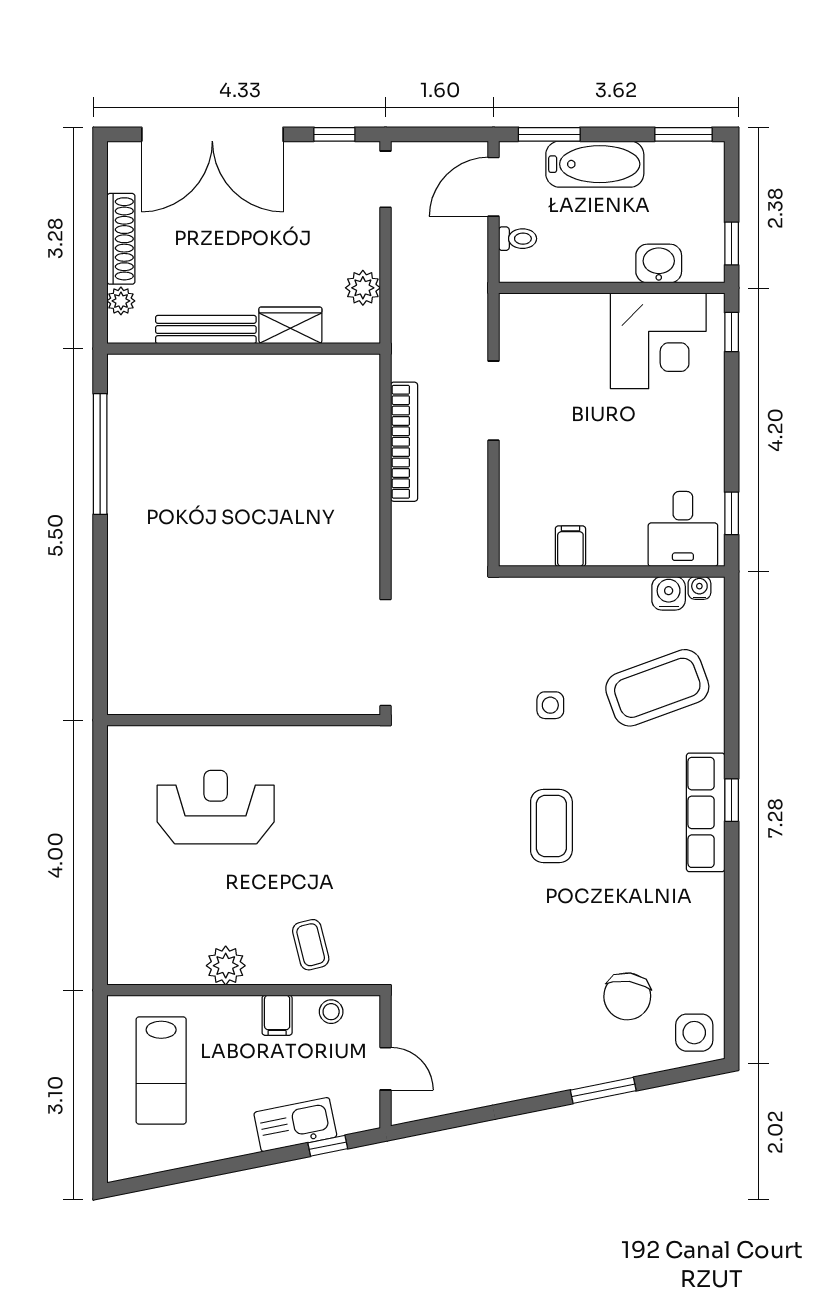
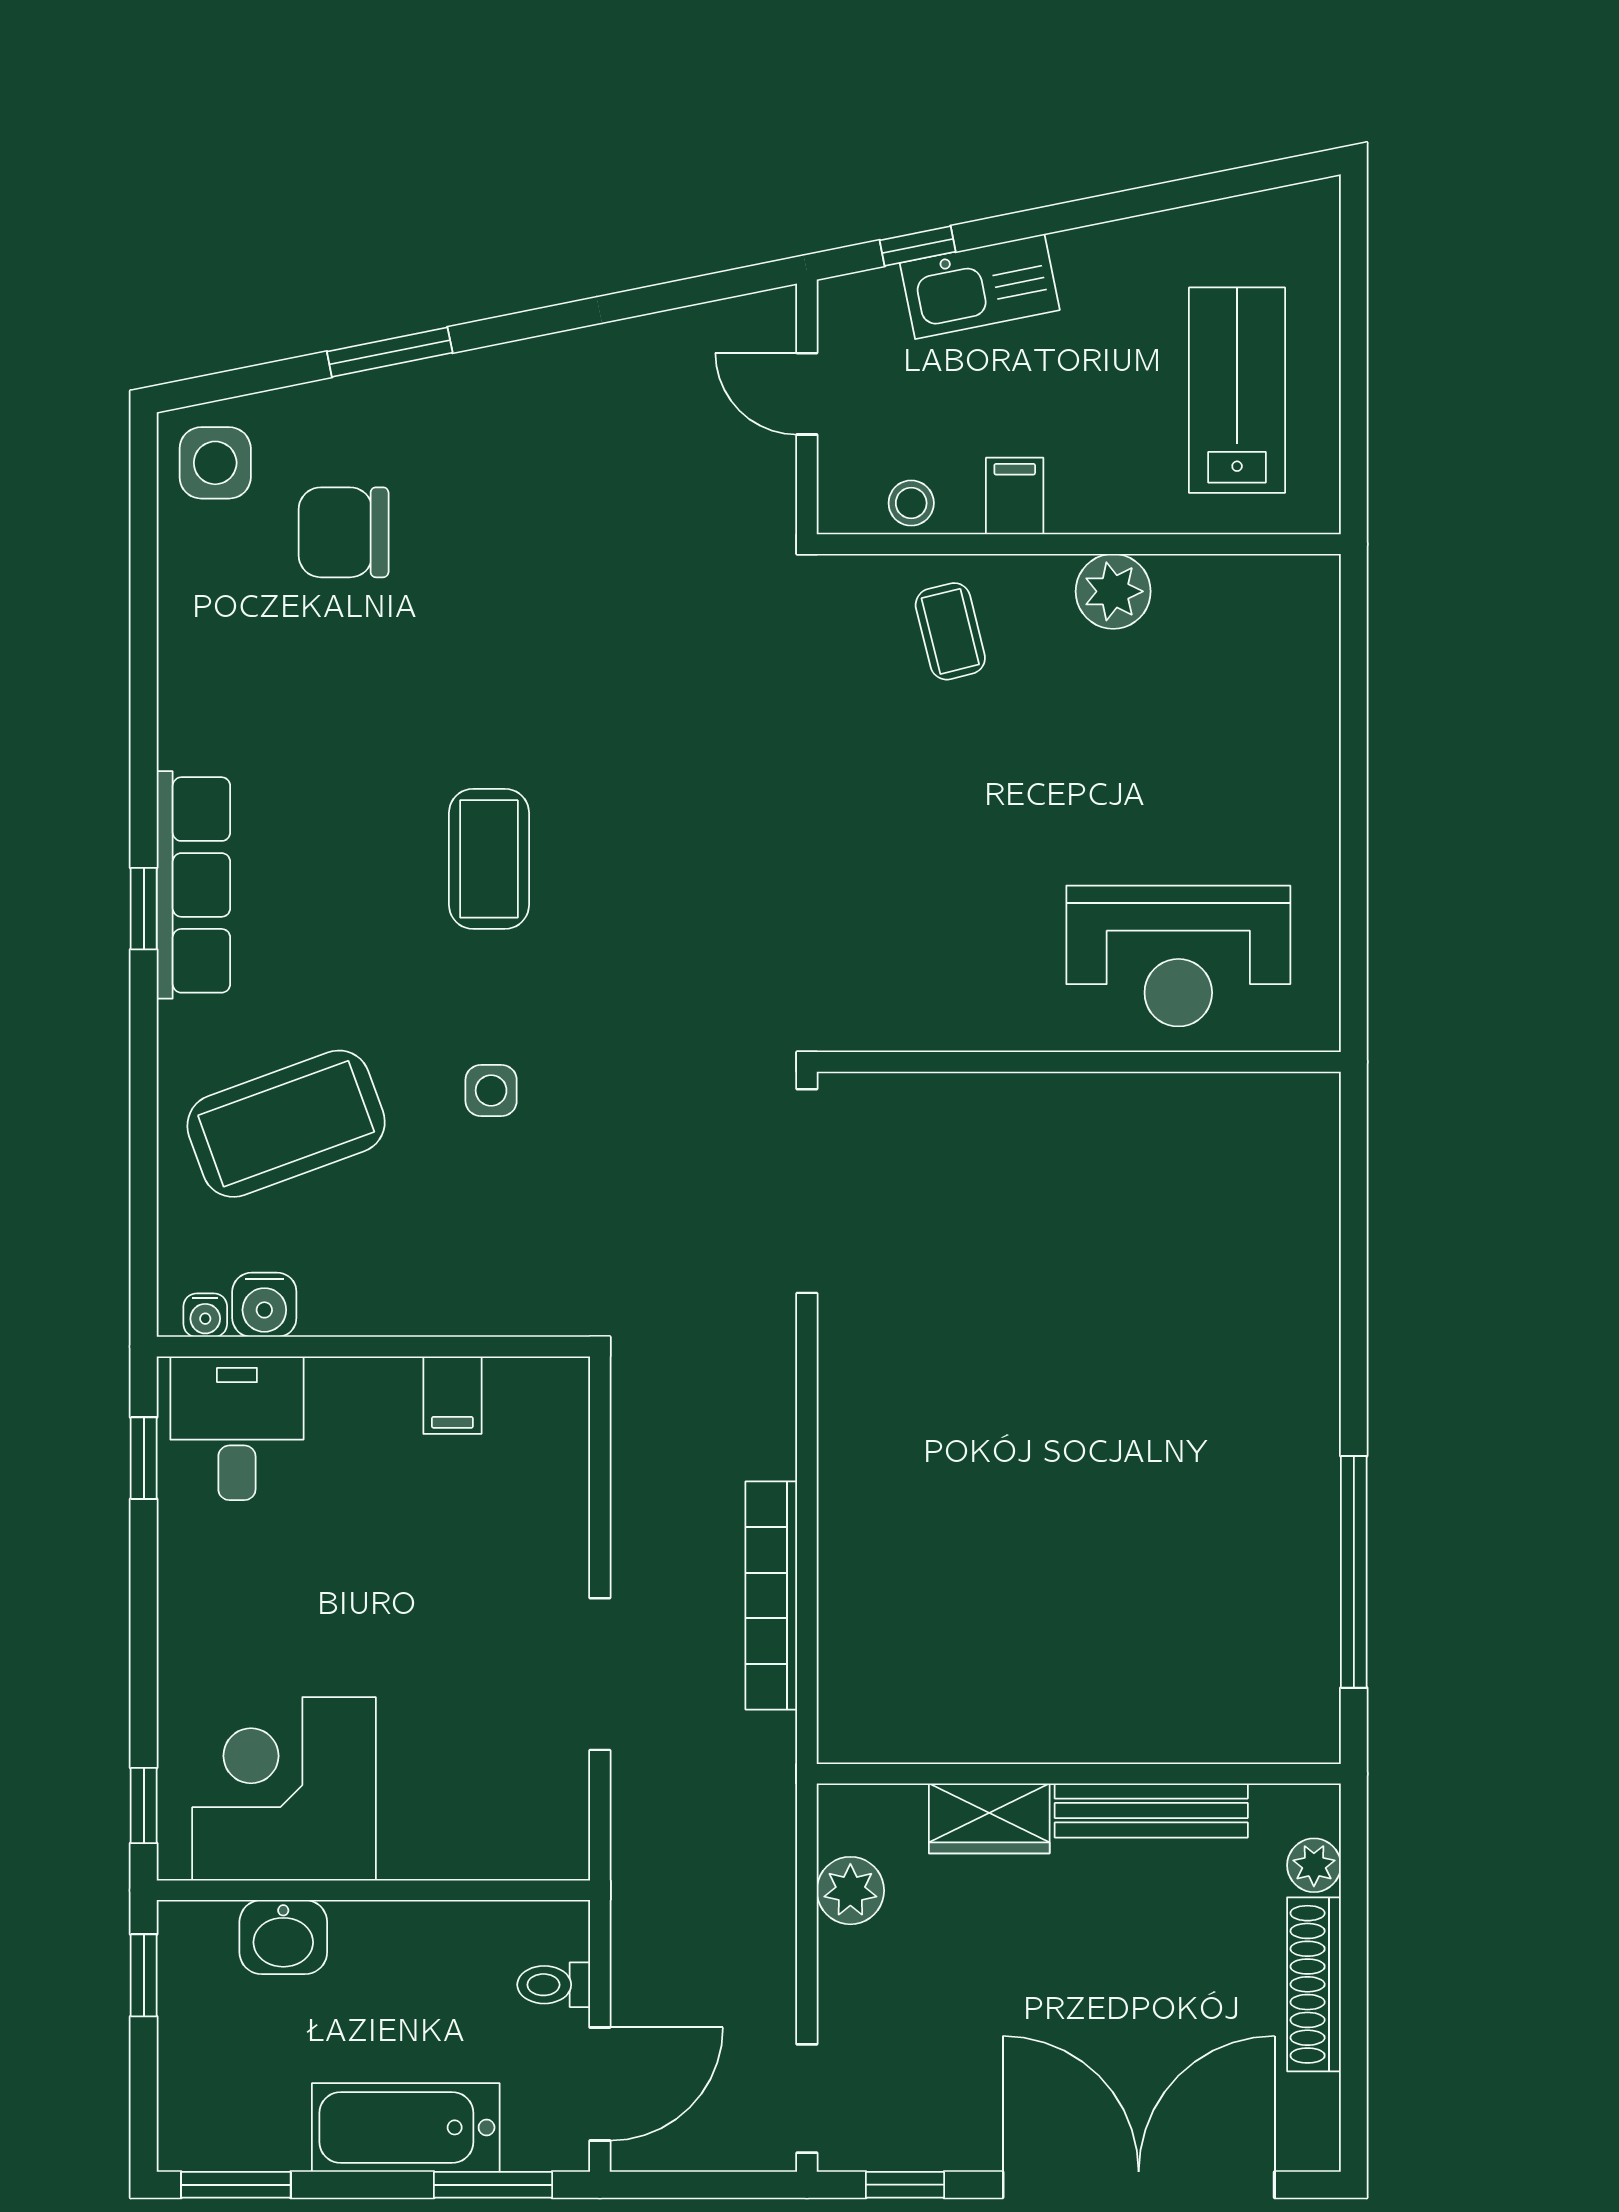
reception desk: (216, 807) -> (1178, 956), moved
chair: (627, 996) -> (344, 532), turned -98

